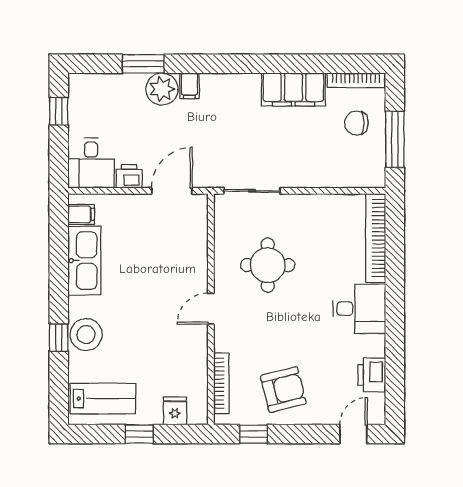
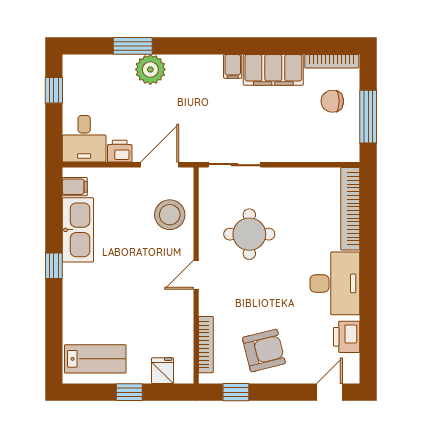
filing cabinet: (189, 86) -> (233, 66), moved
desk: (359, 309) -> (335, 283), width x1.37
stool: (86, 335) -> (170, 215), moved
window: (59, 338) -> (54, 266), moved

